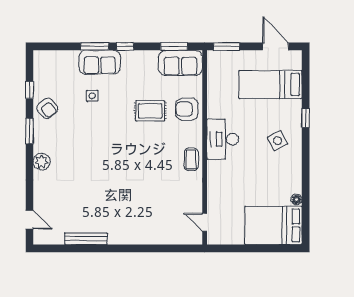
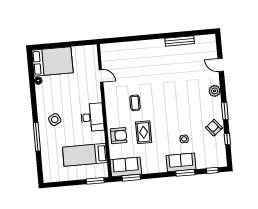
window: (125, 46) -> (212, 170), moved
door: (276, 46) -> (62, 184), removed
bed: (270, 84) -> (85, 155), moved, turned 180
rug: (150, 111) -> (144, 132), turned 90
window: (306, 118) -> (37, 137), width x2.17
coffee table: (191, 159) -> (135, 103), moved
door: (29, 220) -> (221, 65), moved
door: (205, 222) -> (101, 76), moved

